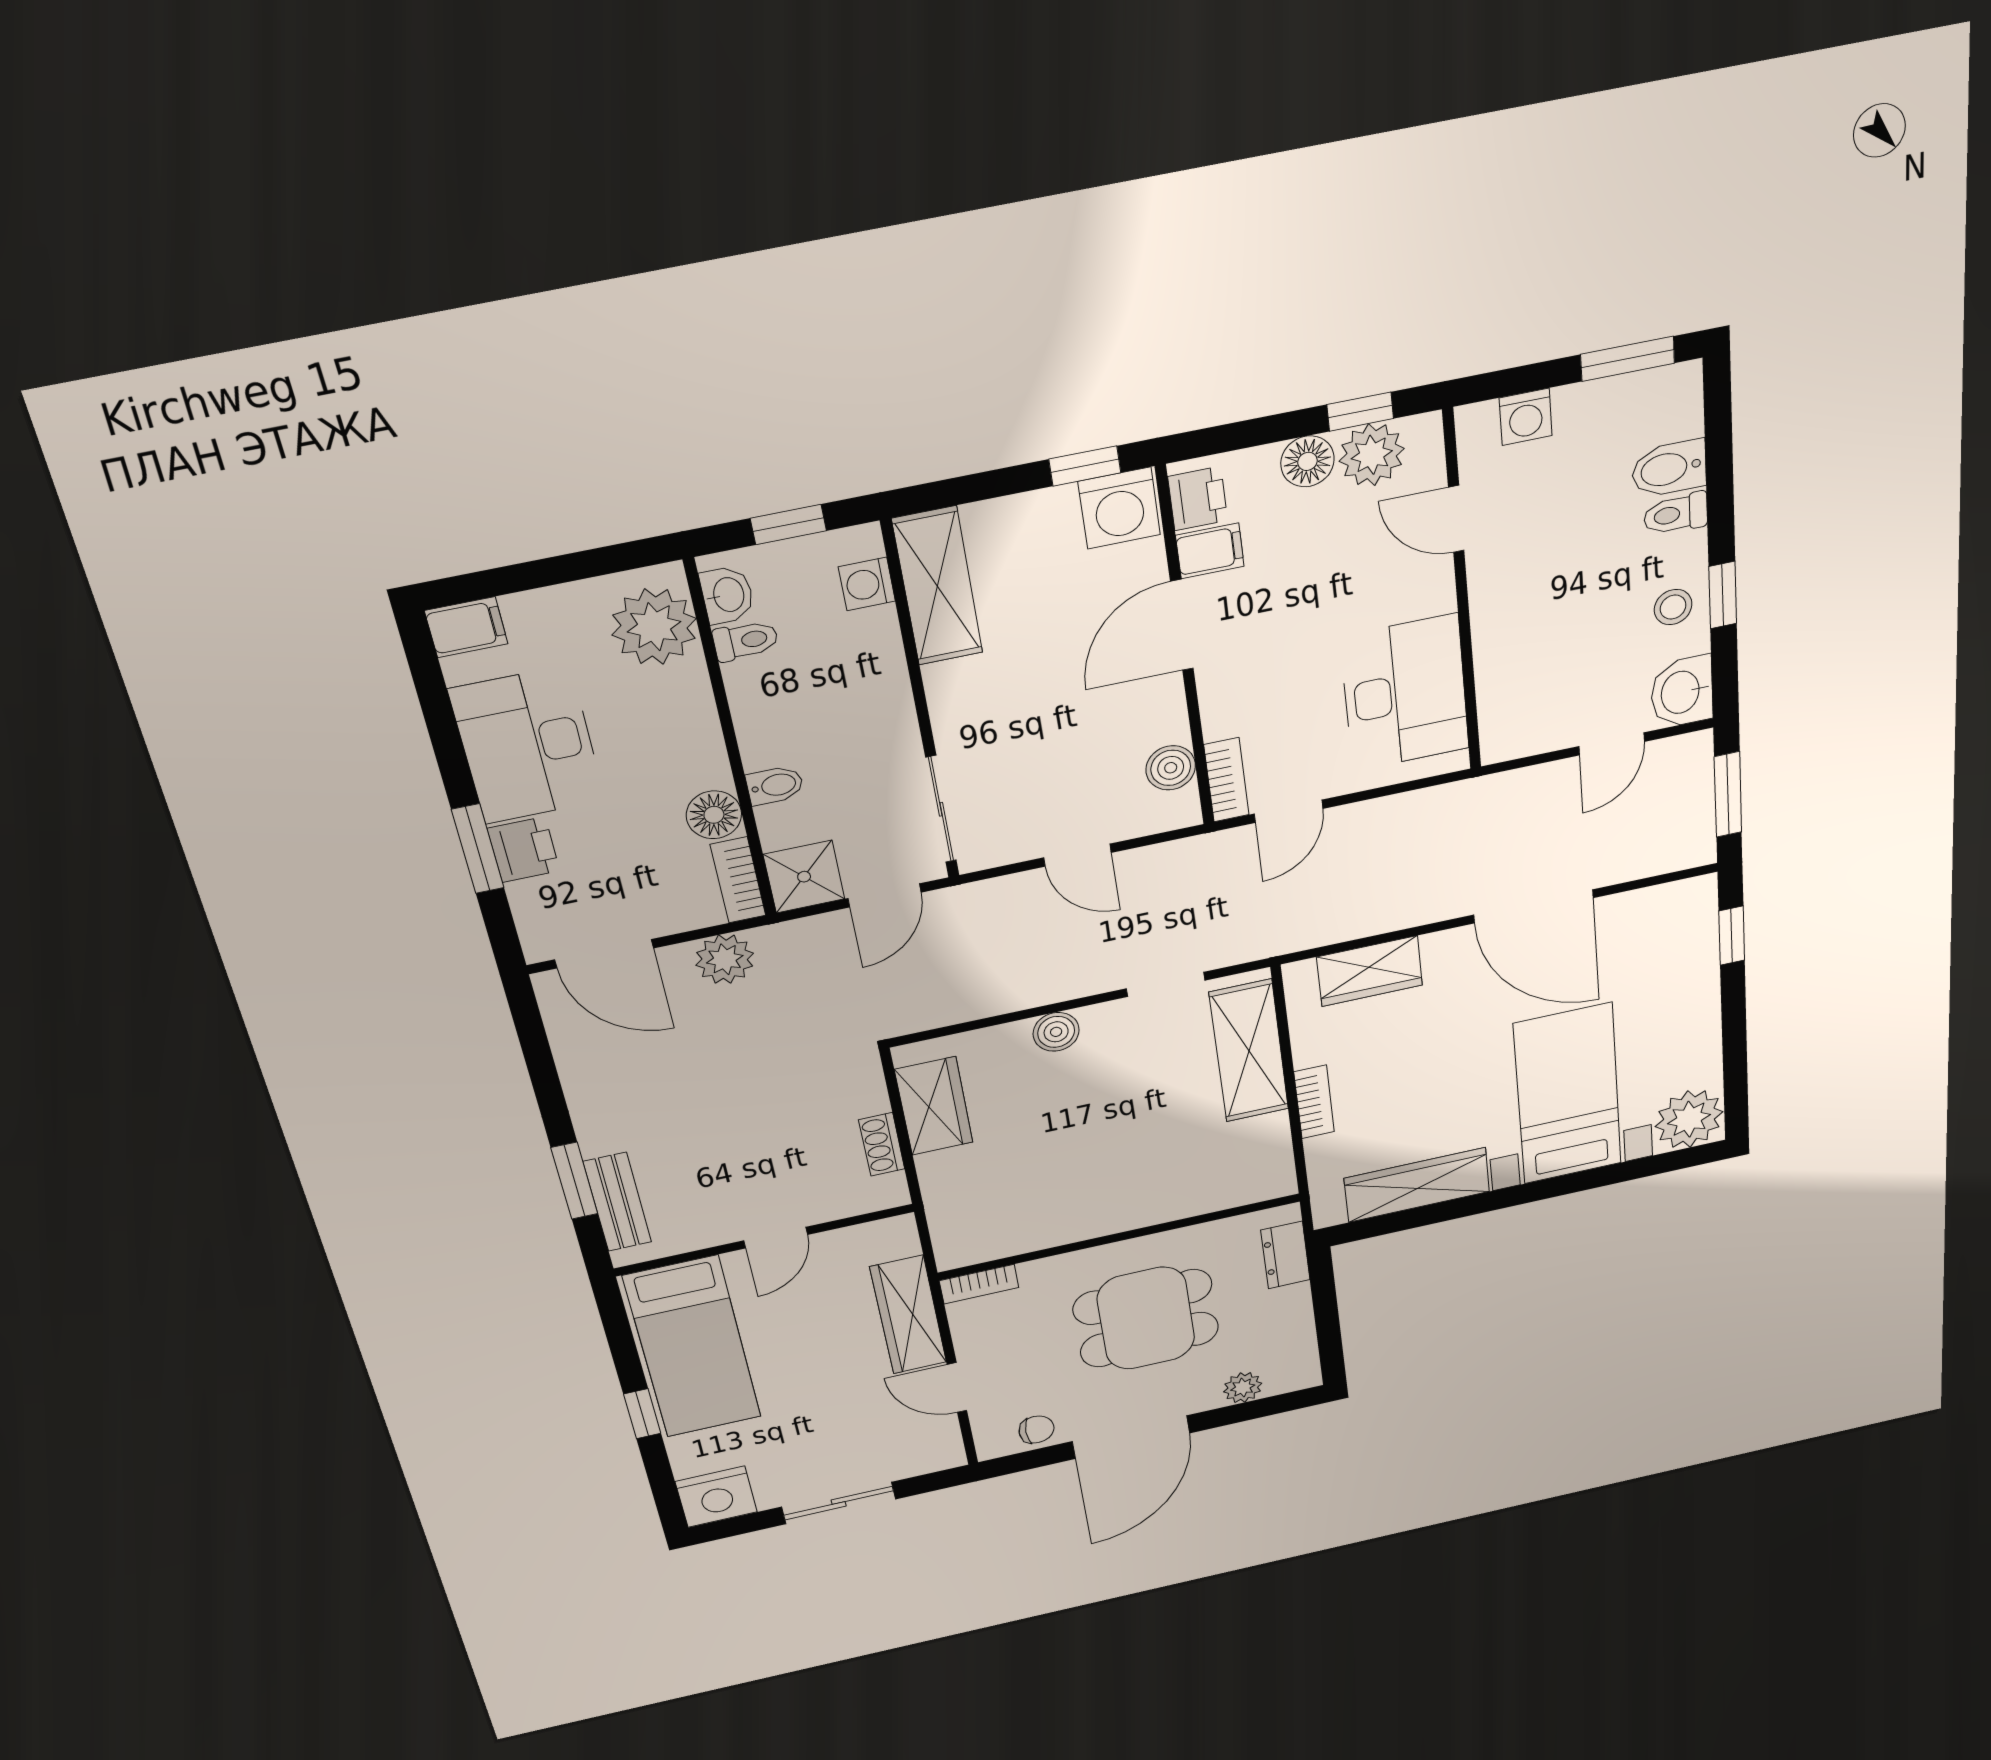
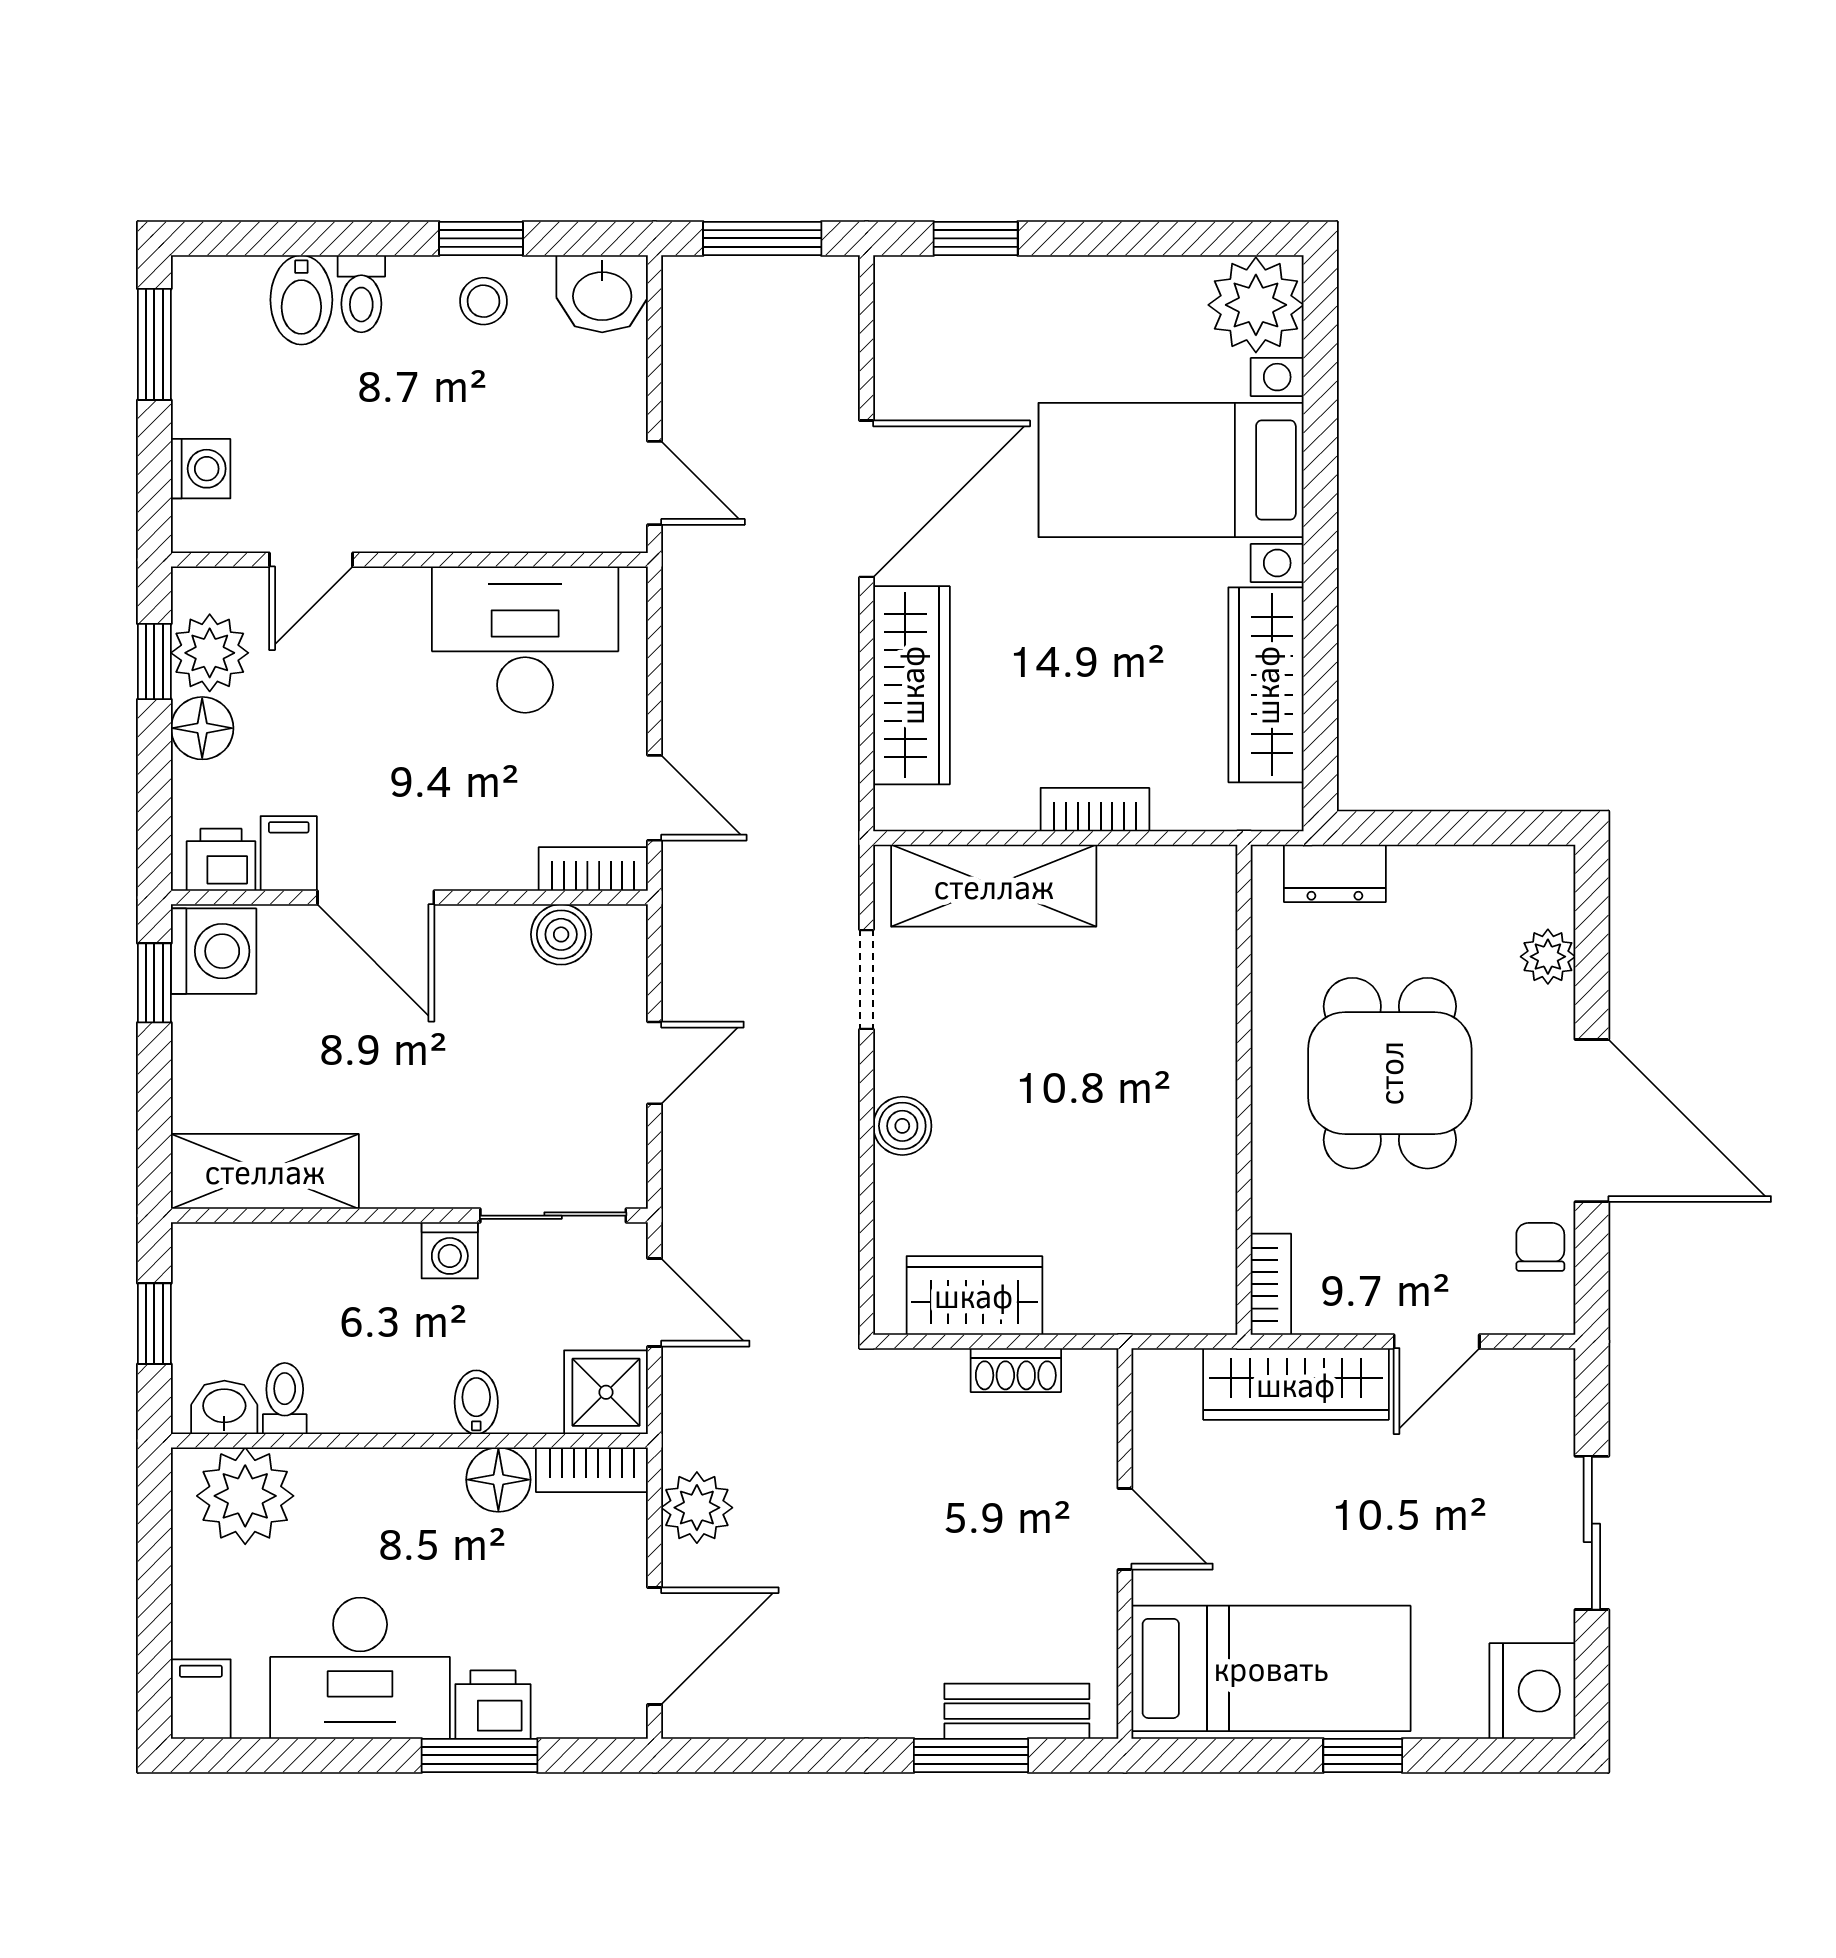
washing machine: (867, 584) -> (450, 1250), moved
door: (1612, 744) -> (655, 483), moved
wardrobe: (1370, 971) -> (911, 685), width x1.50

